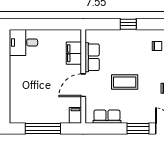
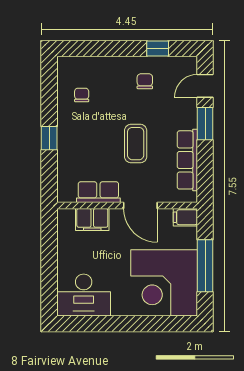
desk: (23, 42) -> (84, 295), width x1.37
corner desk: (32, 101) -> (164, 283), added
row of seats: (107, 117) -> (187, 160), width x1.48

